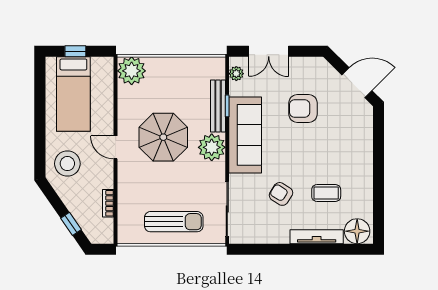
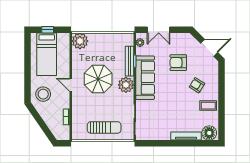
coffee table: (326, 193) -> (208, 106), moved
armchair: (281, 194) -> (197, 85), moved
window: (71, 224) -> (45, 129), removed

